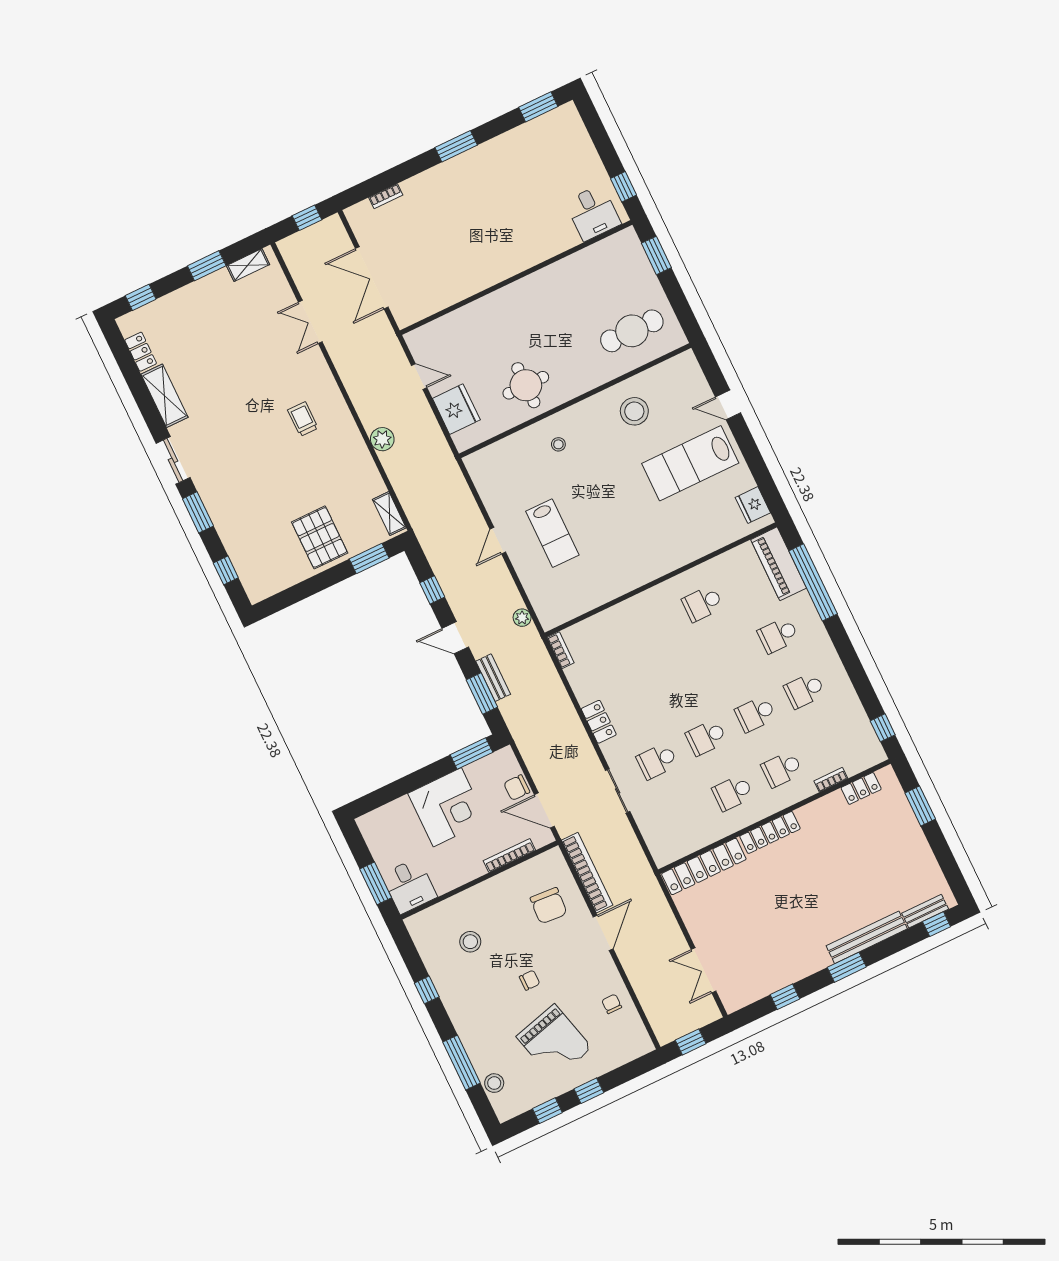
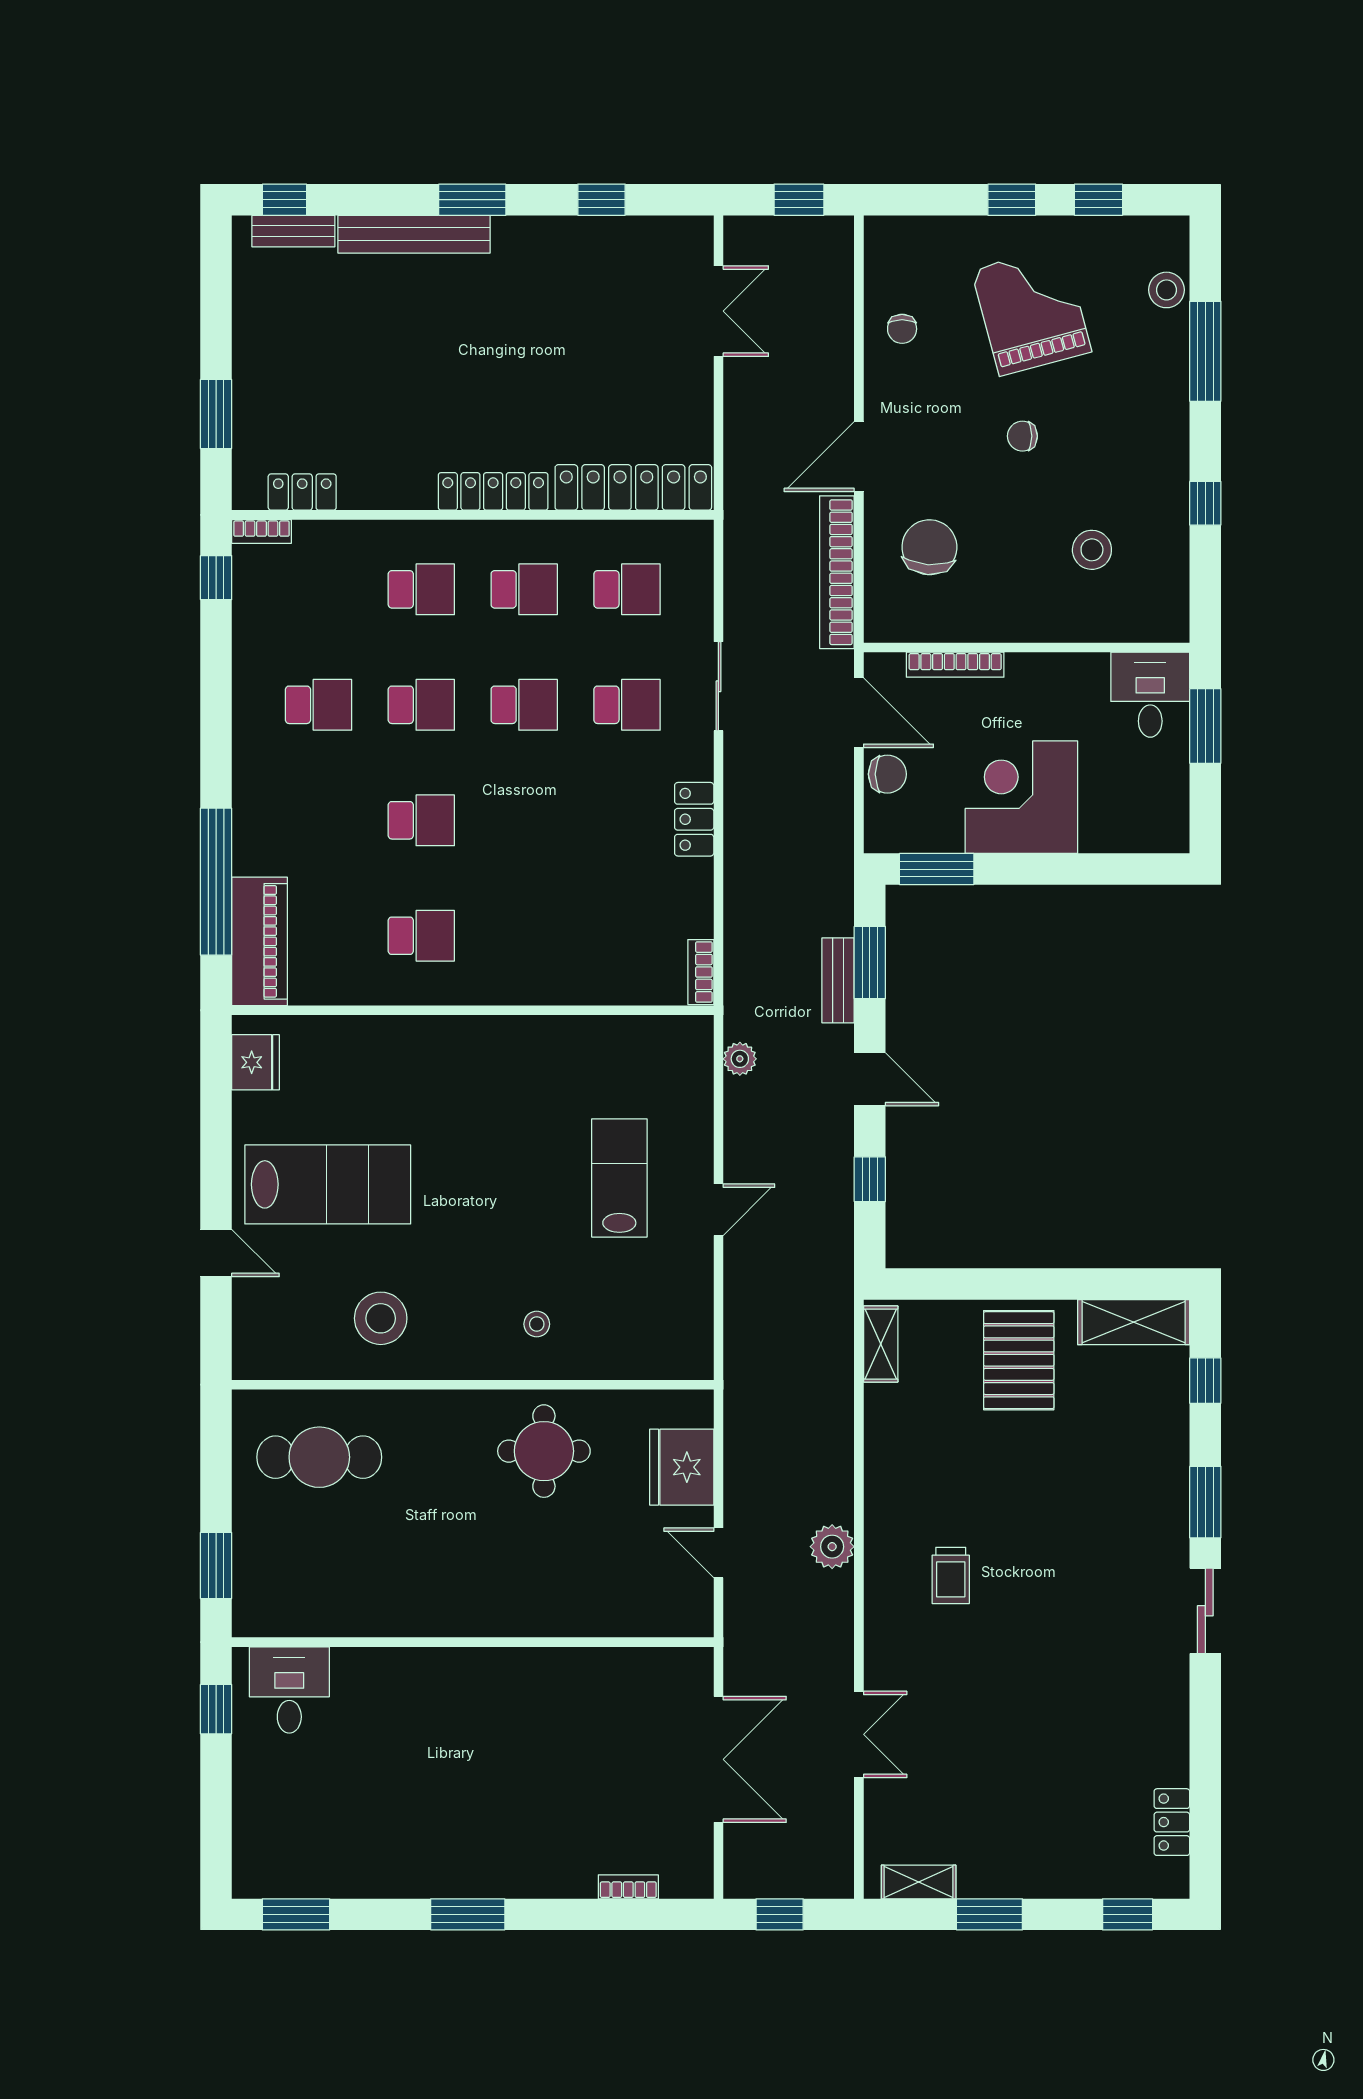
shelving: (164, 396) -> (1134, 1322), moved, turned 90
plant: (382, 439) -> (832, 1547), moved
window: (369, 559) -> (952, 1284), removed
school desk: (778, 635) -> (421, 820), moved
bookcase: (831, 780) -> (262, 531), moved
school desk: (684, 816) -> (627, 589), added

